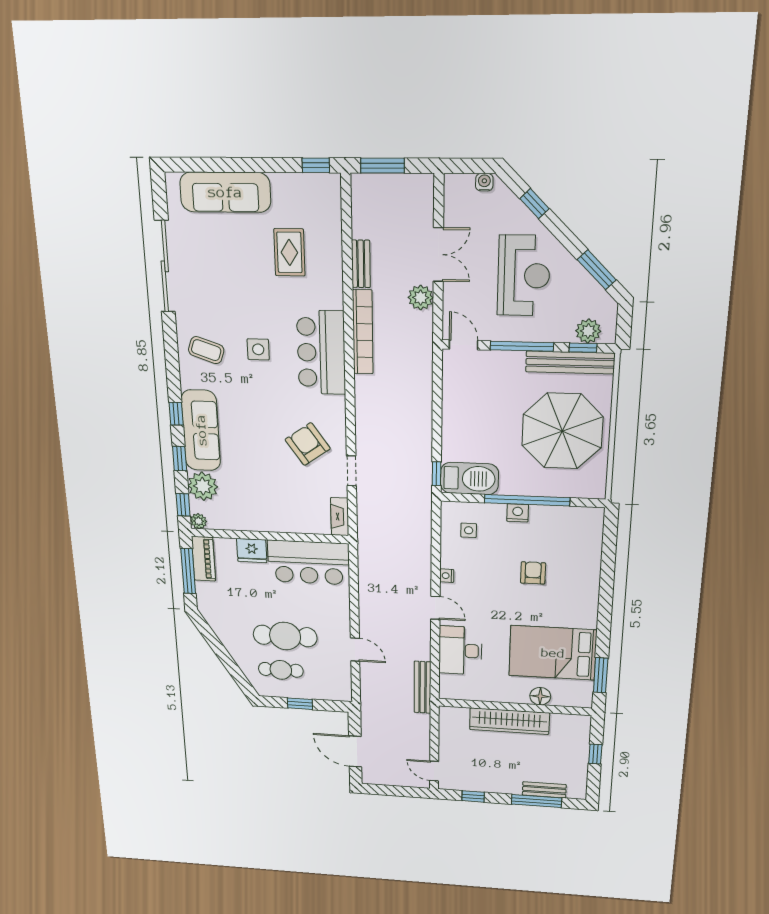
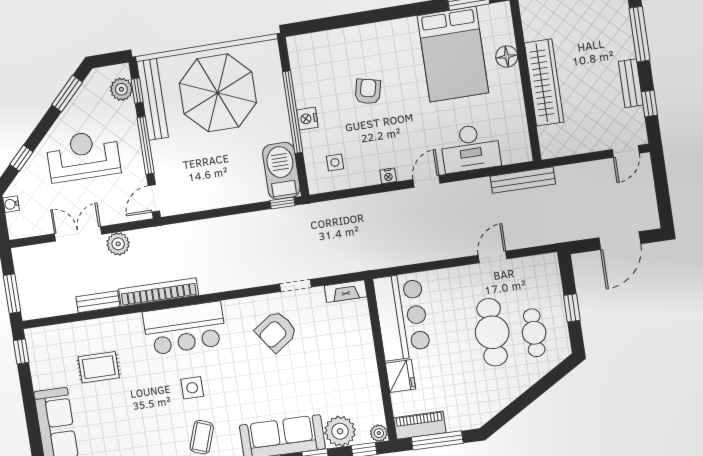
armchair: (533, 573) -> (368, 91), turned 103
bench: (544, 790) -> (631, 83), moved

